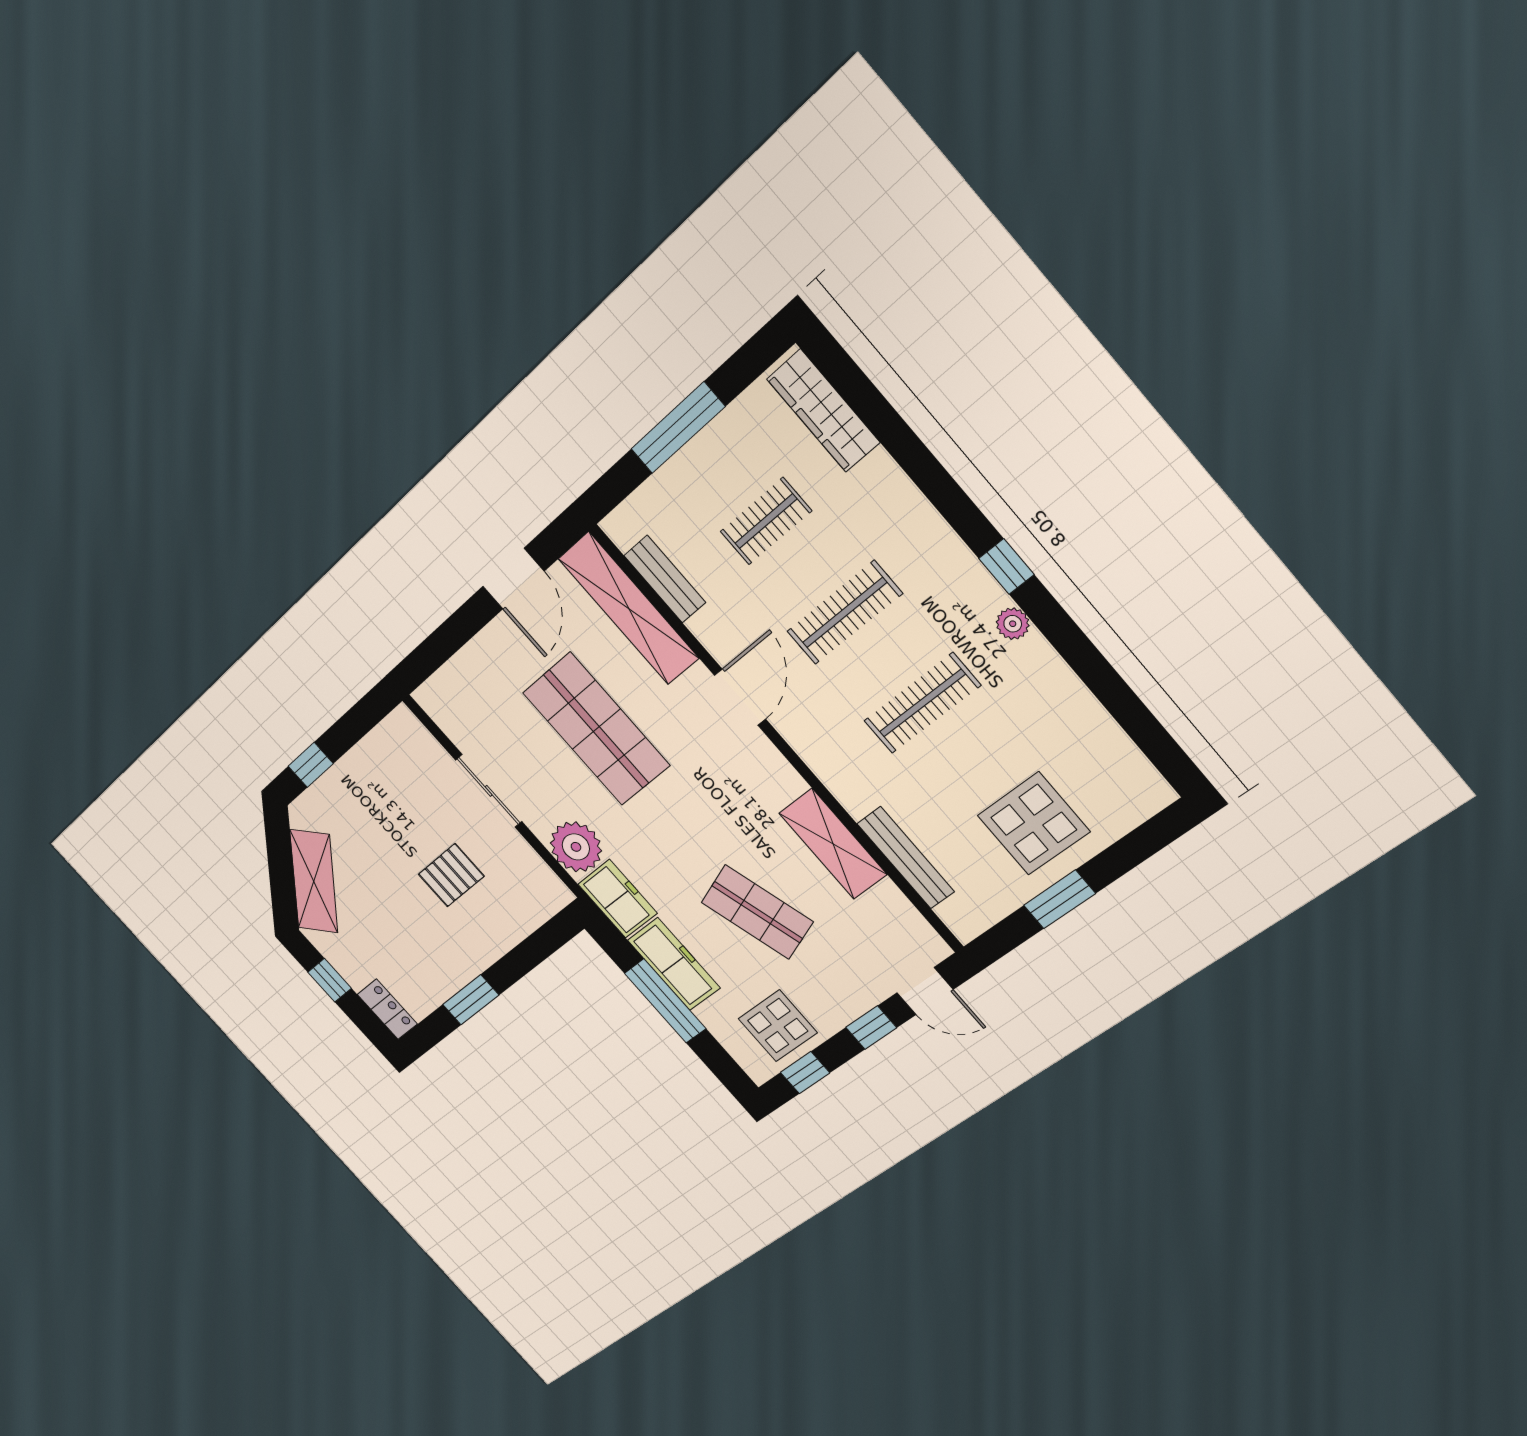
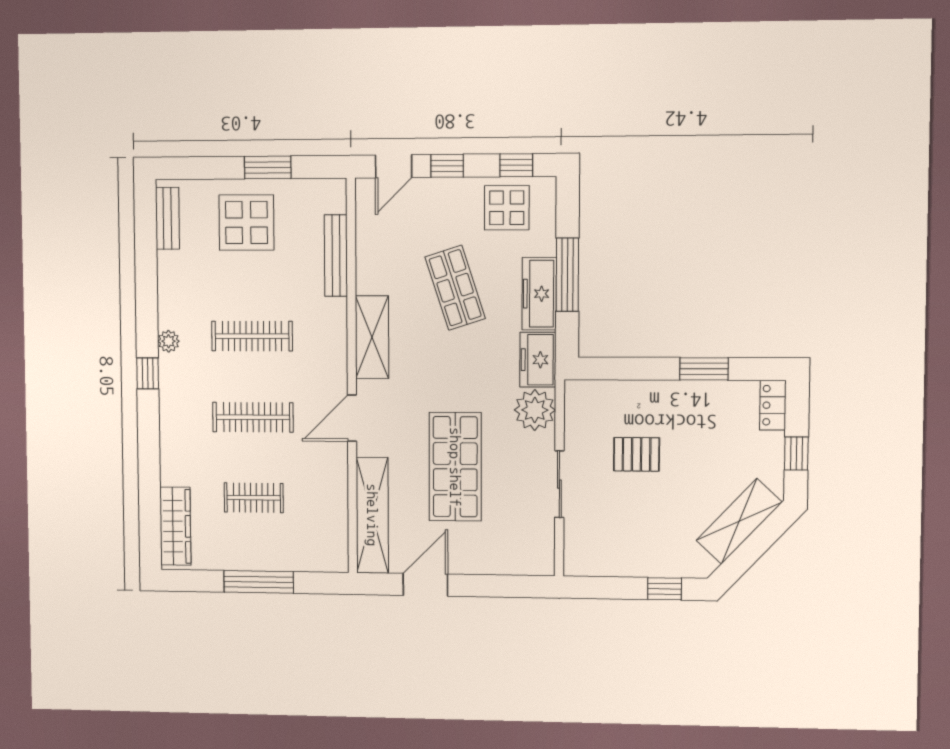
bench: (665, 579) -> (167, 218), moved
shelving: (833, 844) -> (372, 337), moved
door: (925, 991) -> (394, 166), swing flipped

